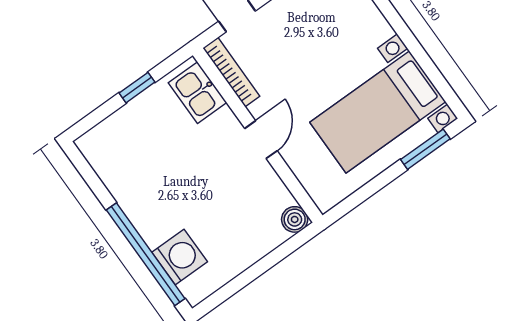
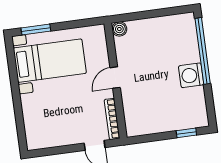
window: (137, 88) -> (186, 133), moved
kitchen sink: (197, 93) -> (134, 118), removed
washing machine: (180, 257) -> (191, 75), moved

